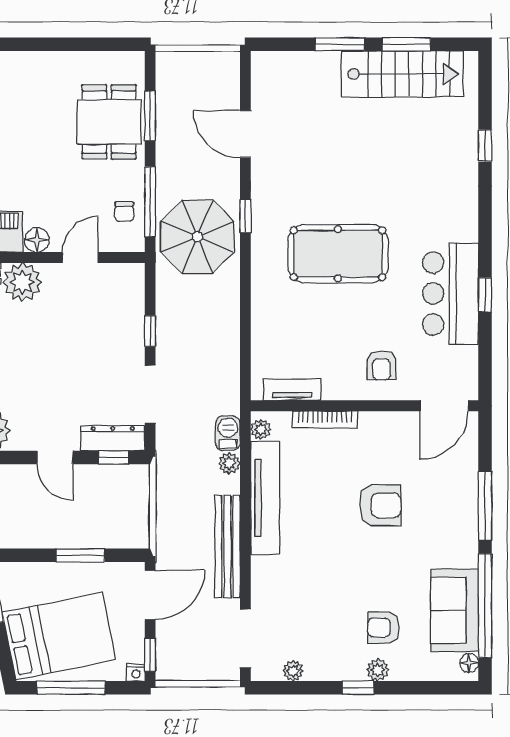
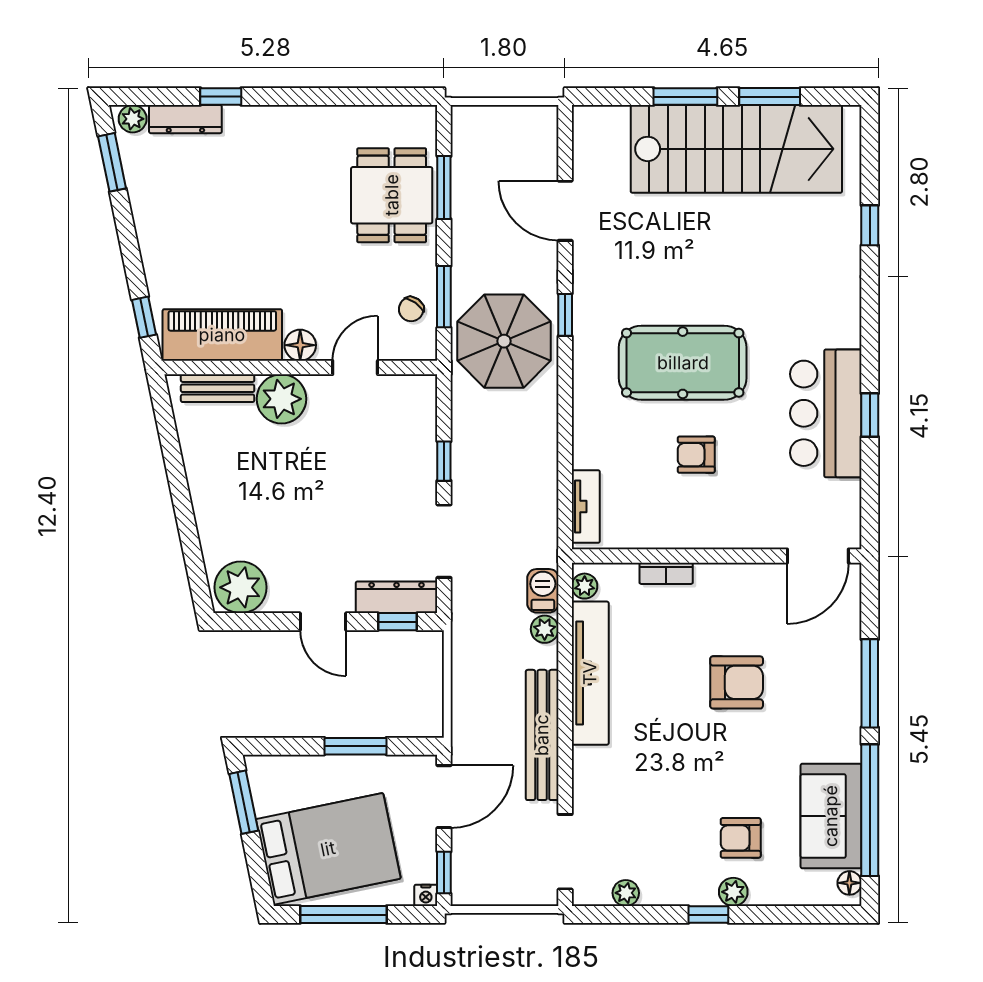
stairs: (402, 74) -> (736, 149), width x1.36, depth x1.51
window: (150, 202) -> (444, 297), width x0.69
chair: (124, 212) -> (411, 309), turned 35
armchair: (381, 365) -> (696, 455), moved, turned 90
tv unit: (292, 390) -> (586, 506), moved, turned 90
bookcase: (325, 419) -> (666, 573), width x0.64

